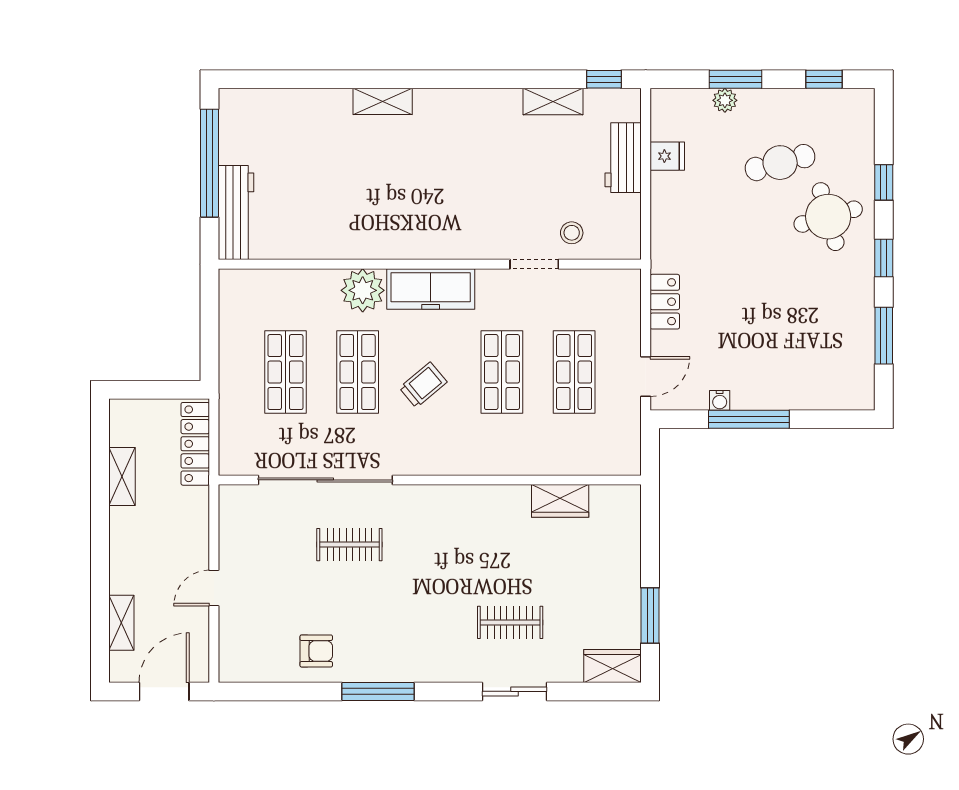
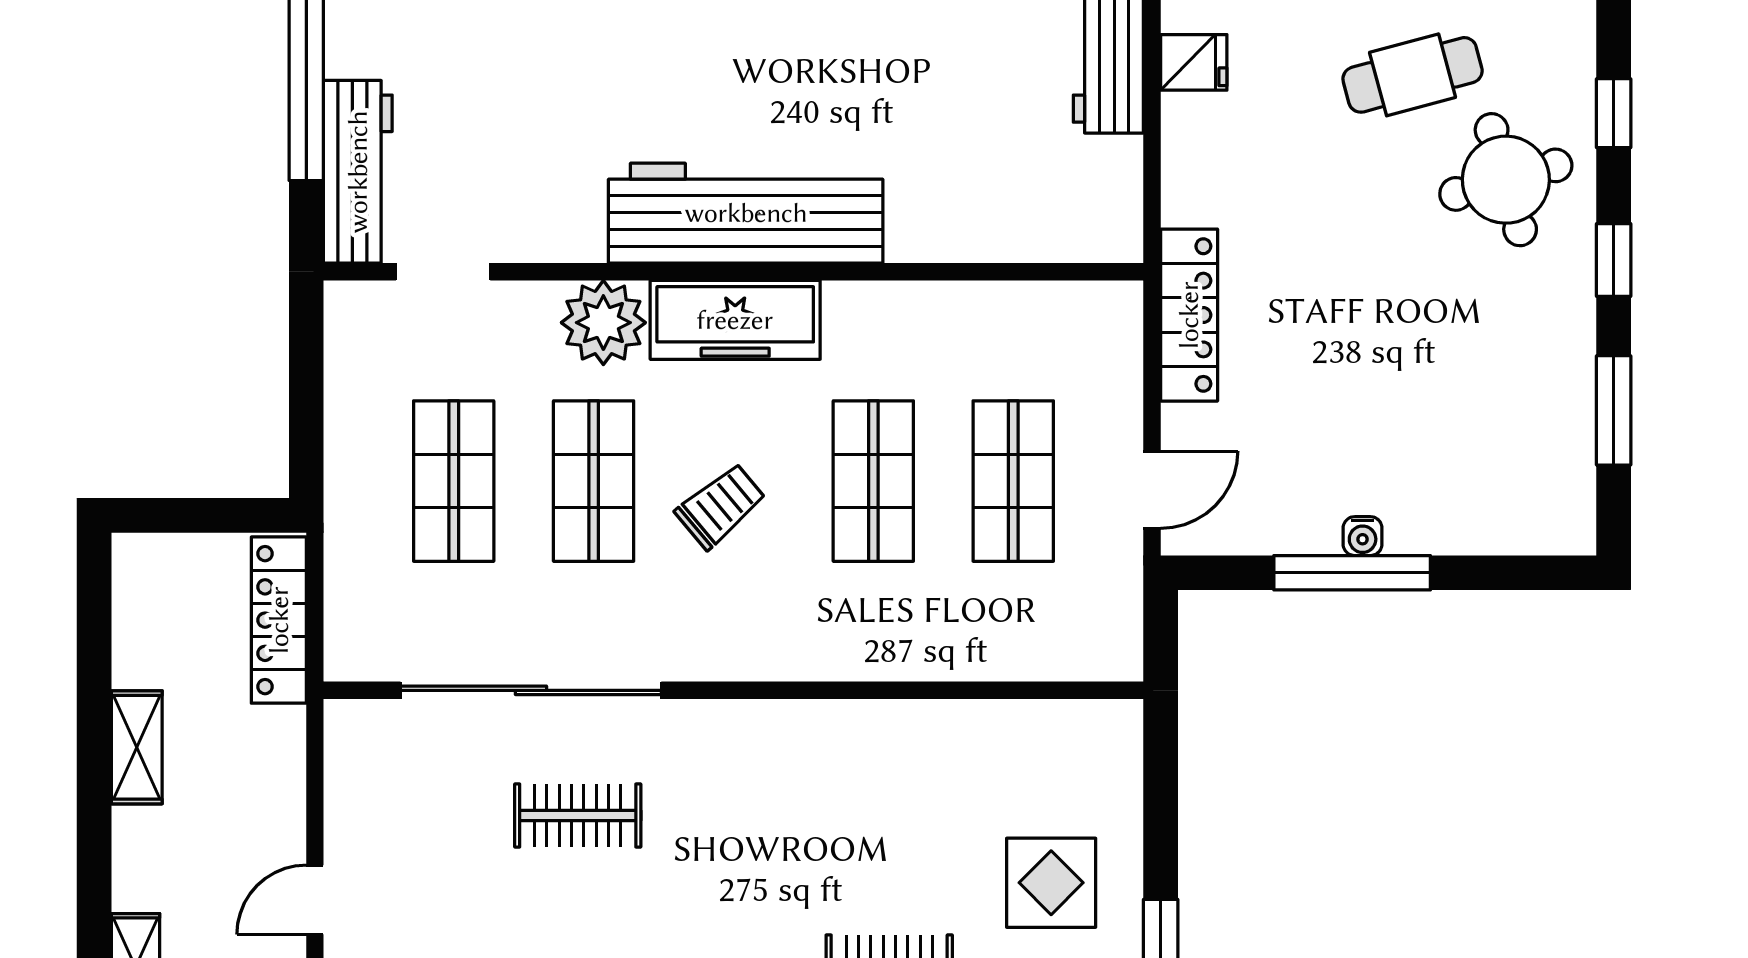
stool: (572, 233) -> (1009, 211), removed
workbench: (436, 234) -> (746, 213), added
doorway: (534, 264) -> (443, 272), moved
locker: (665, 302) -> (1189, 315), width x1.53
water cooler: (720, 400) -> (1363, 536), moved
shelving: (122, 476) -> (137, 747), moved
wardrobe: (560, 501) -> (986, 731), removed
display table: (594, 579) -> (1051, 883), added

